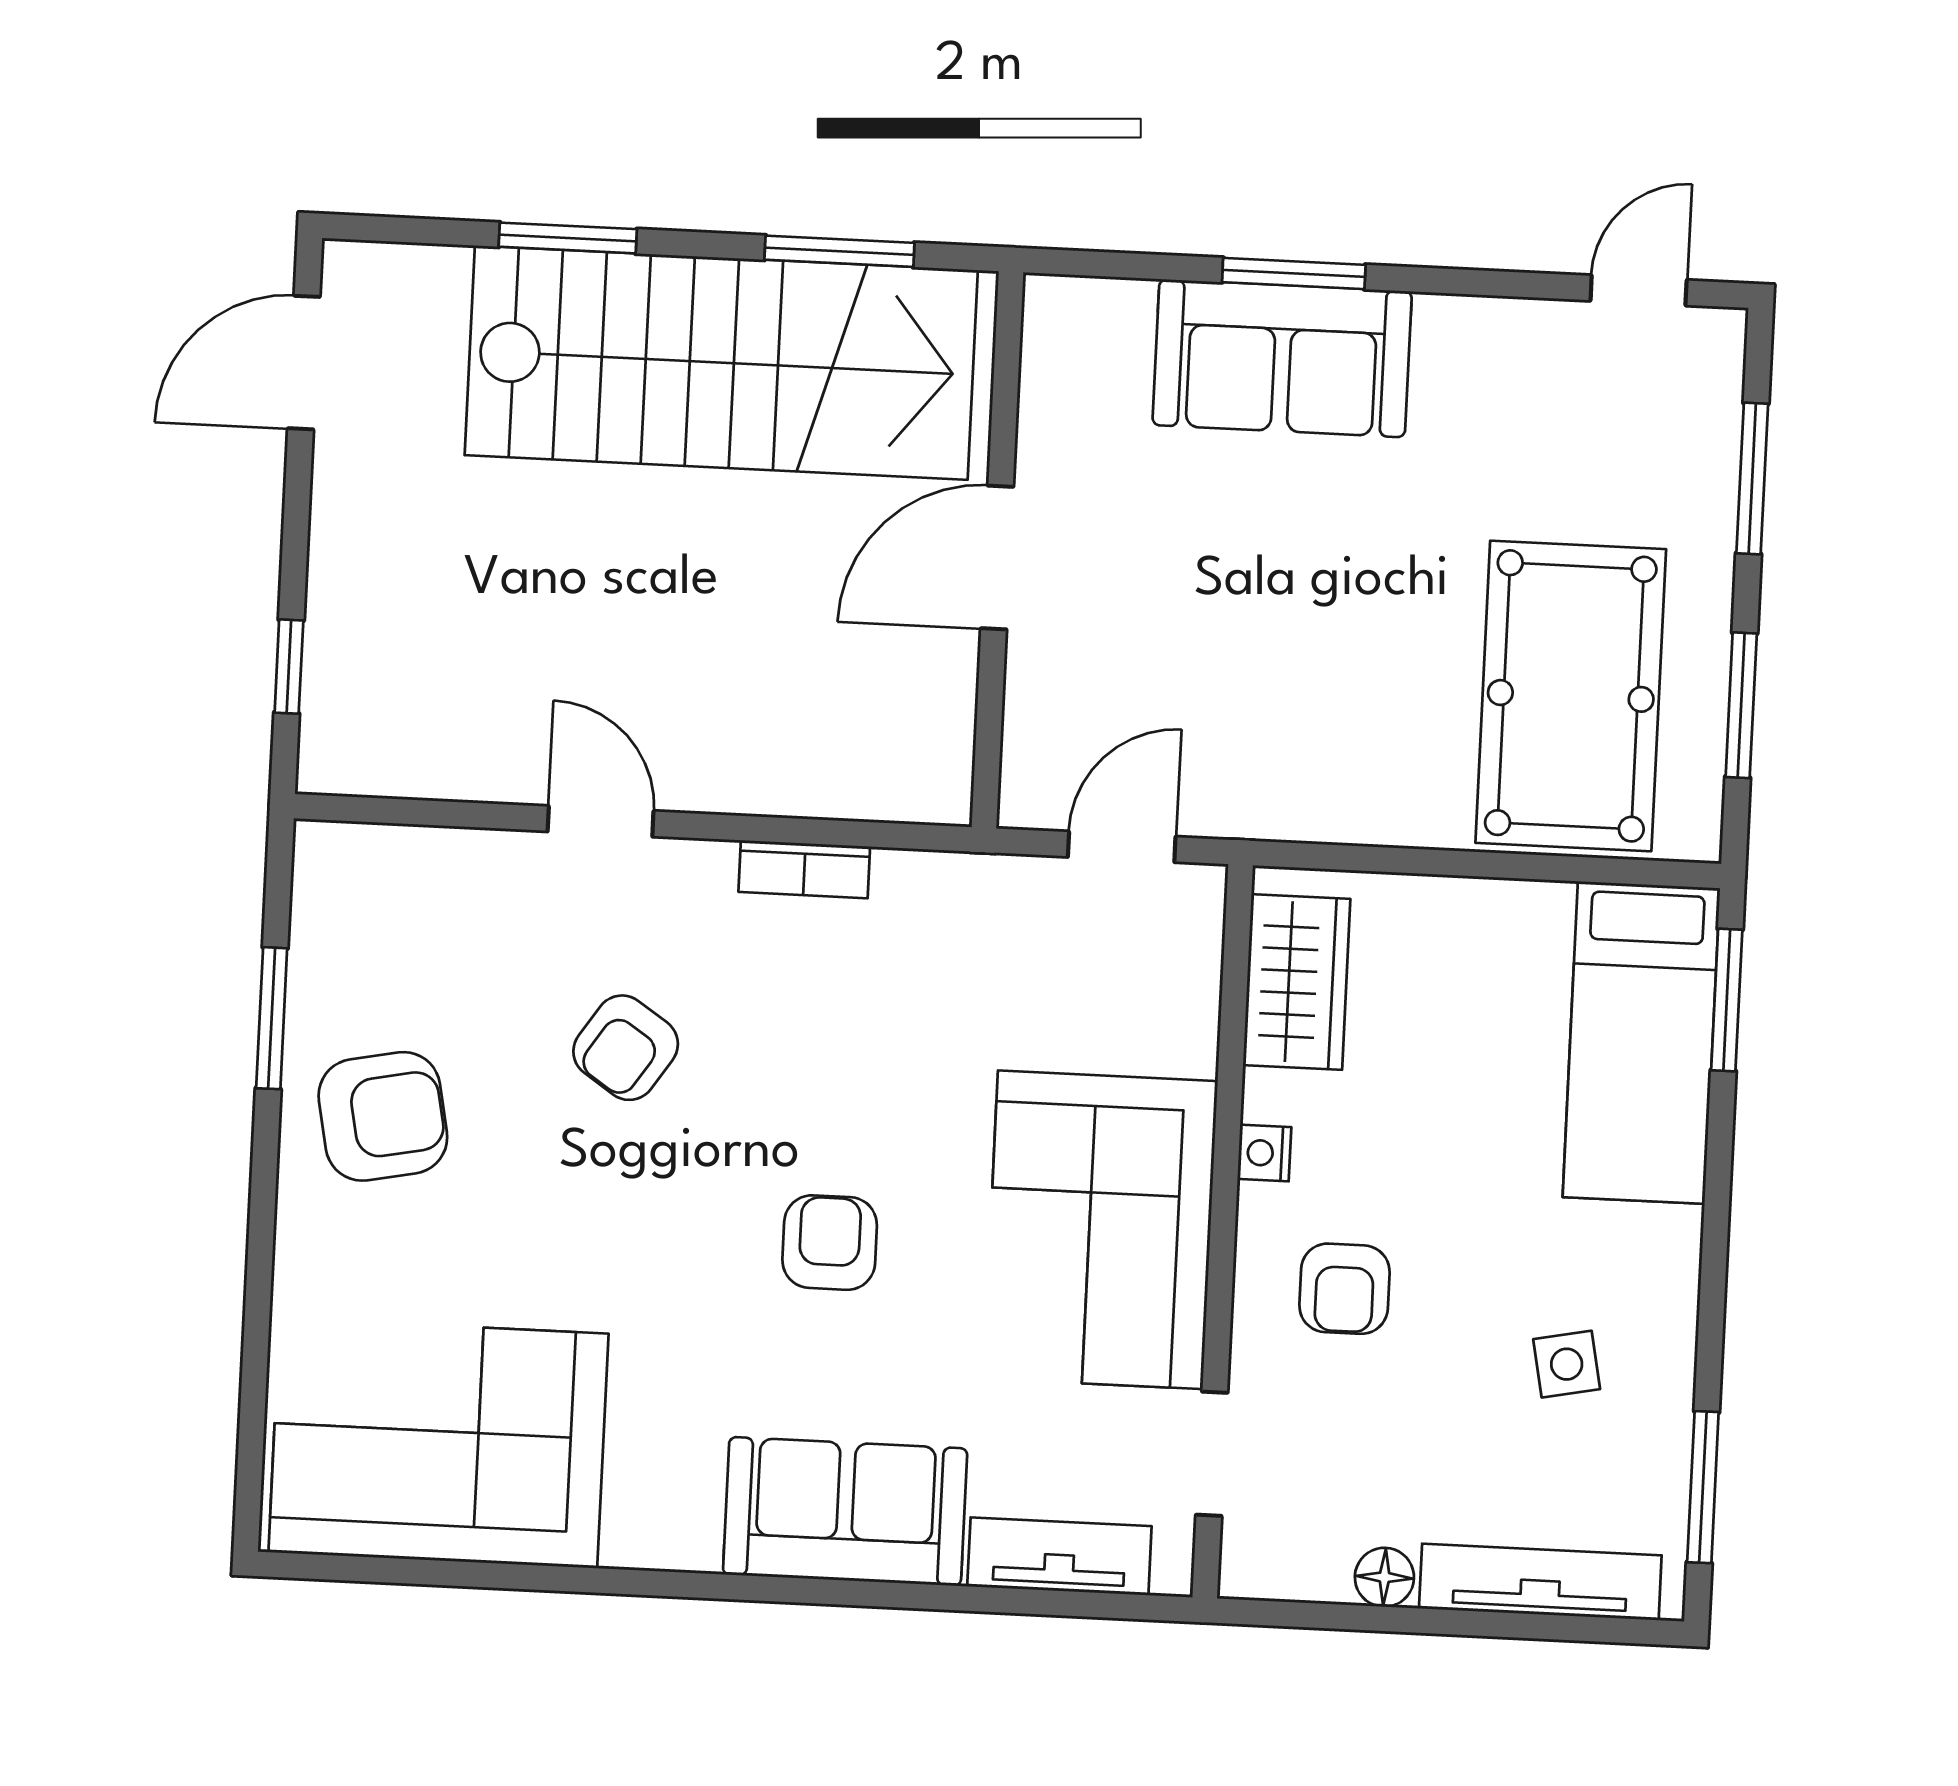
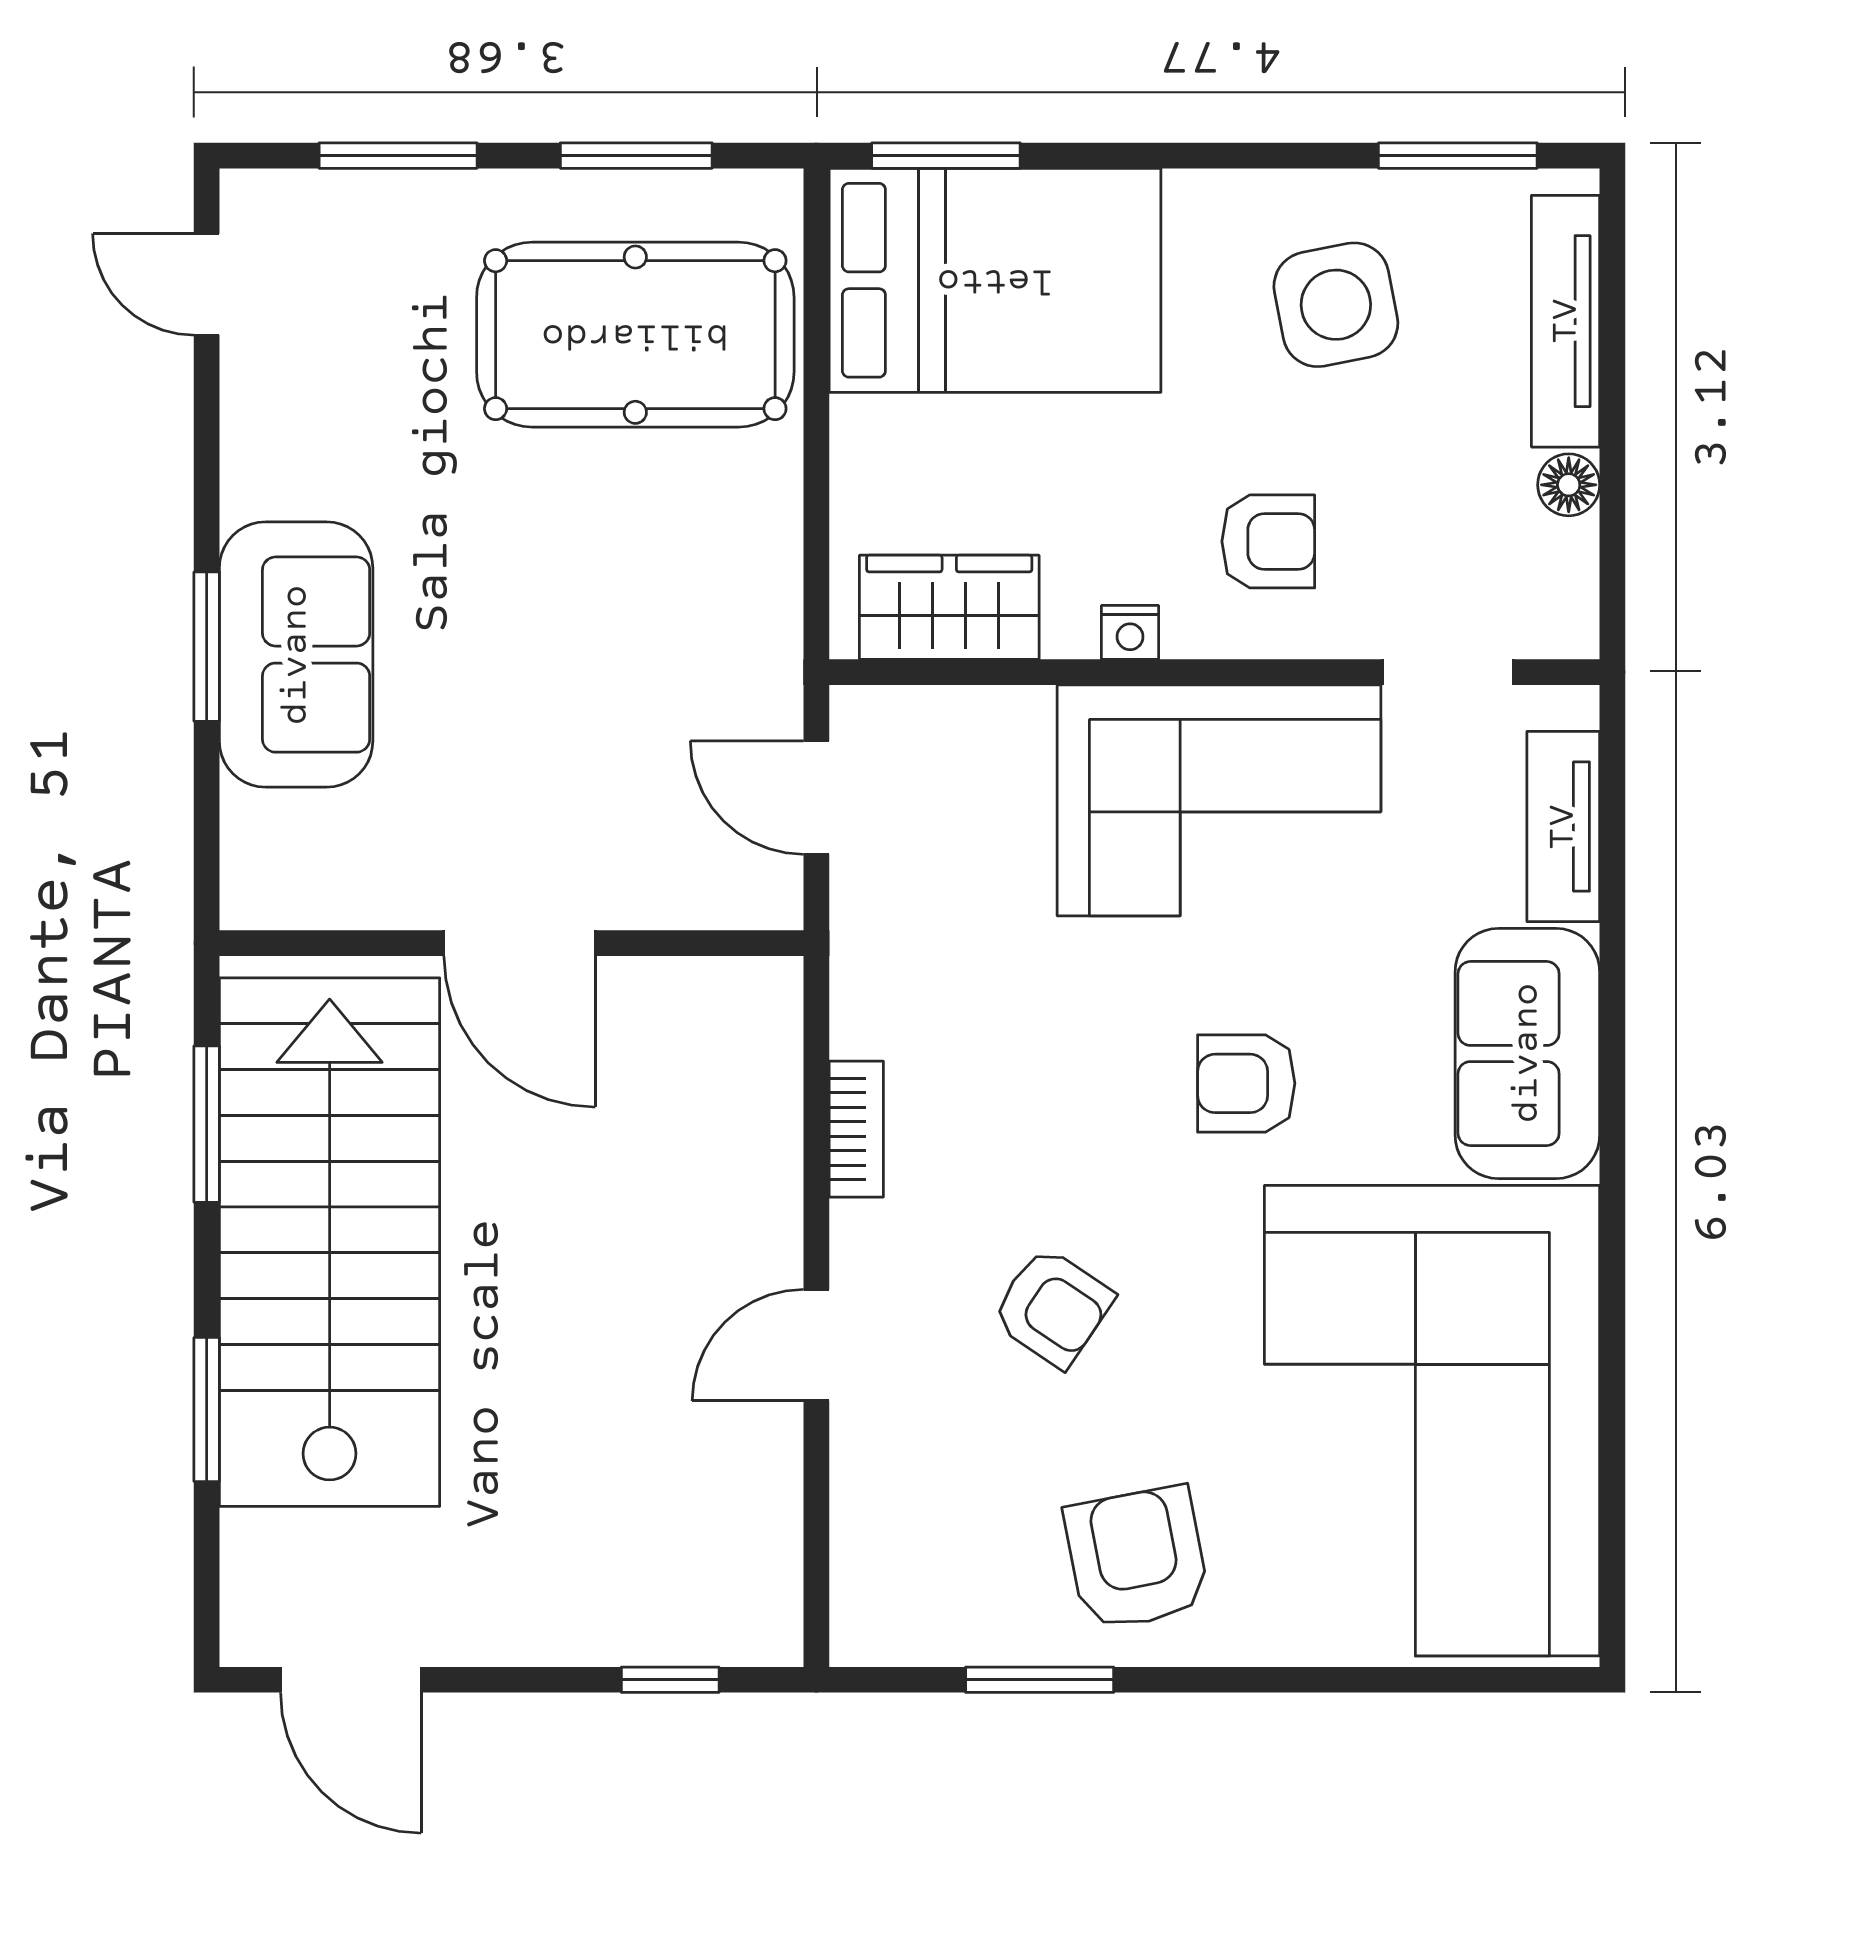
bed: (1641, 1043) -> (995, 280), width x1.50
side table: (1567, 1364) -> (1336, 305), width x1.87, depth x1.87
corner sofa: (438, 1443) -> (1432, 1421), width x1.36, depth x1.36

